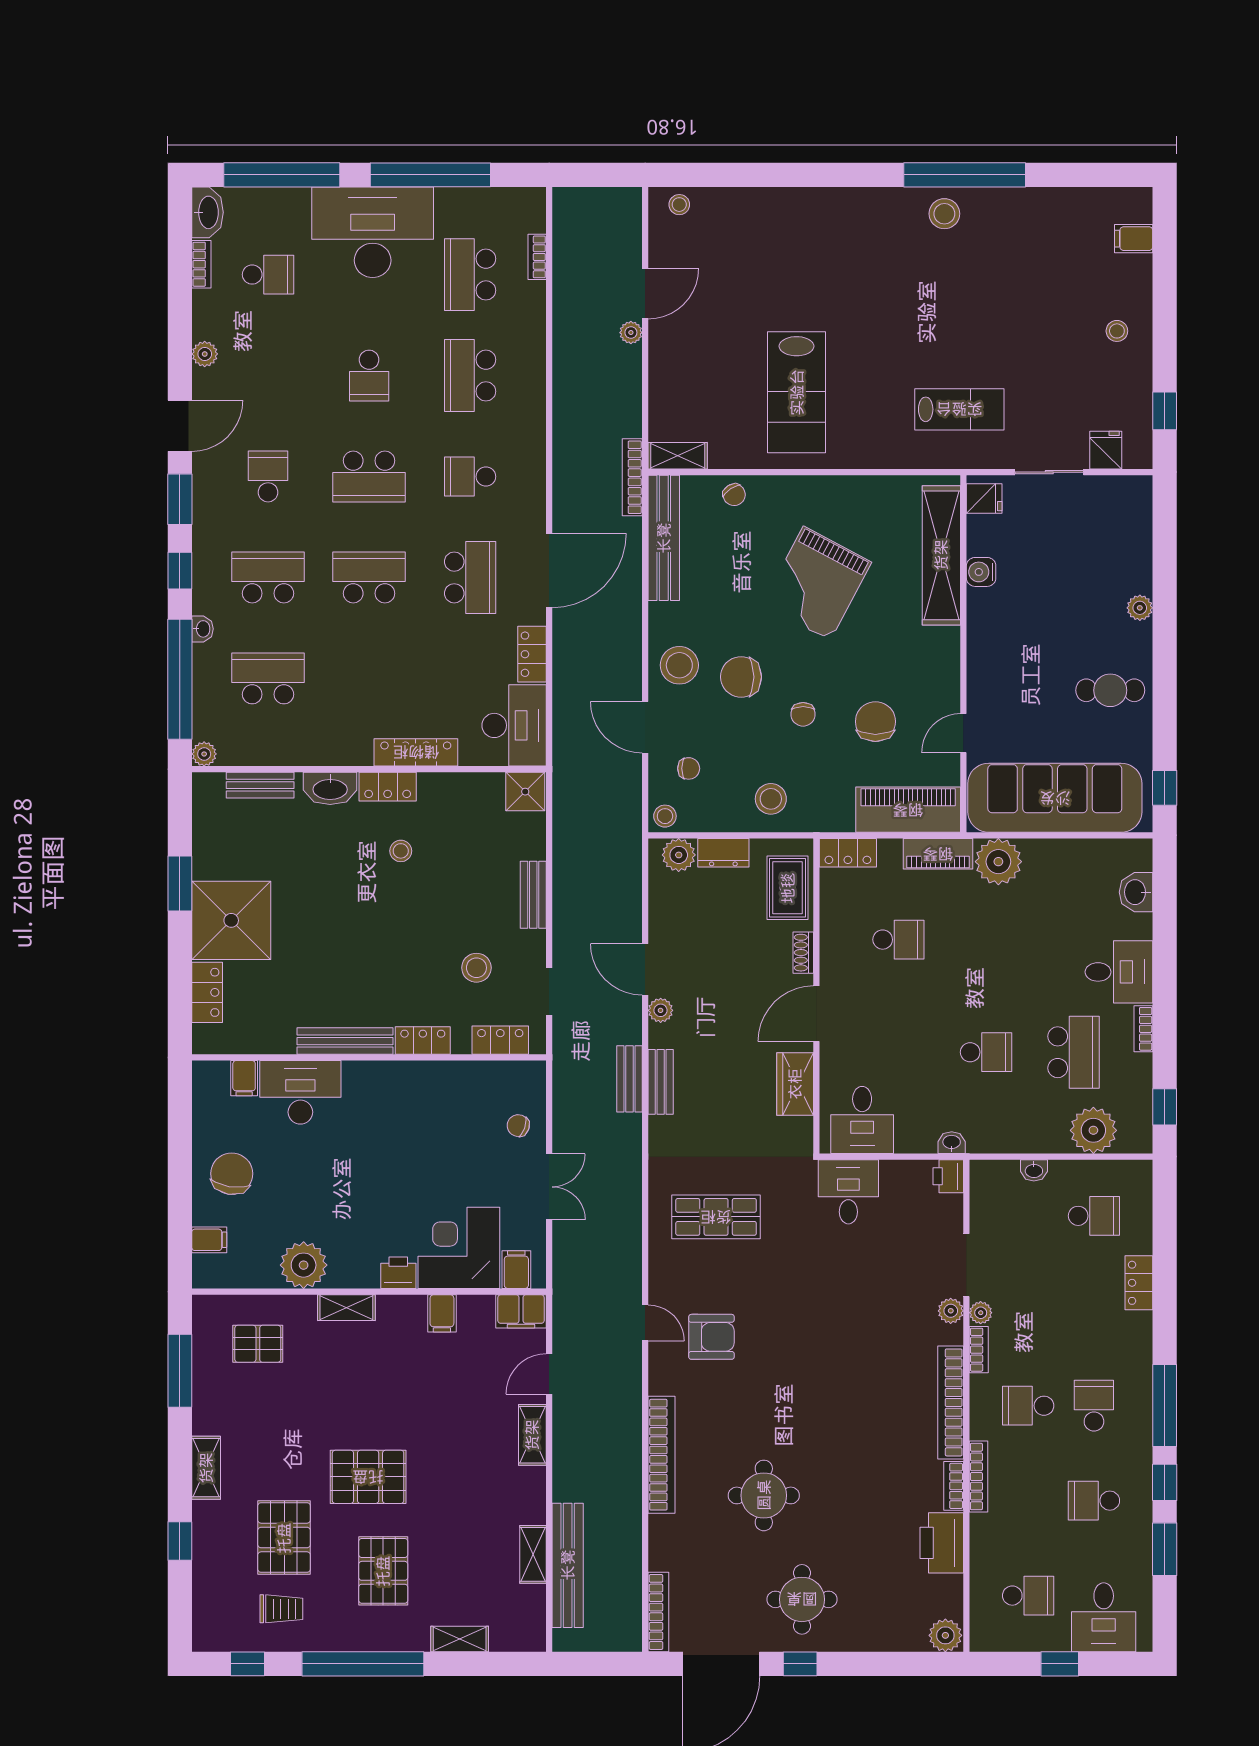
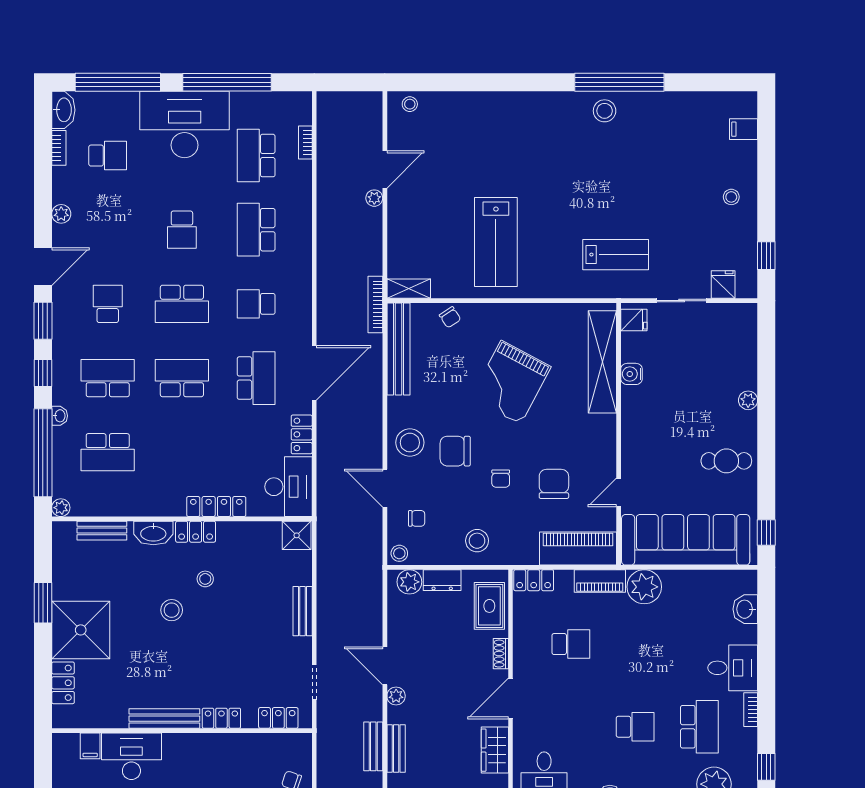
school desk: (268, 678) -> (108, 452), turned 180
stool: (476, 968) -> (172, 610), moved

